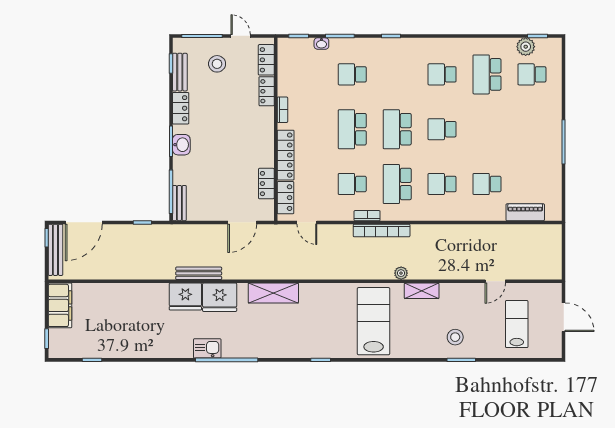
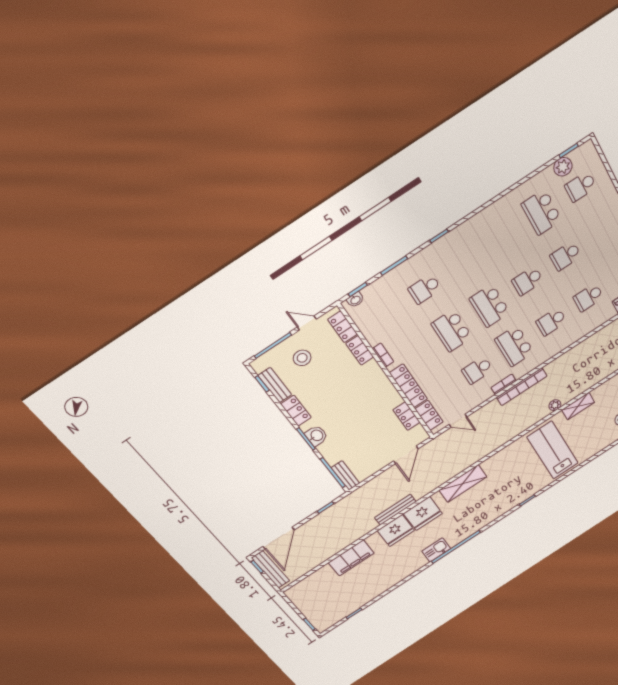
washbasin: (321, 43) -> (355, 300), moved
school desk: (442, 74) -> (566, 256), moved
filing cabinet: (60, 305) -> (351, 558), moved, turned 90

